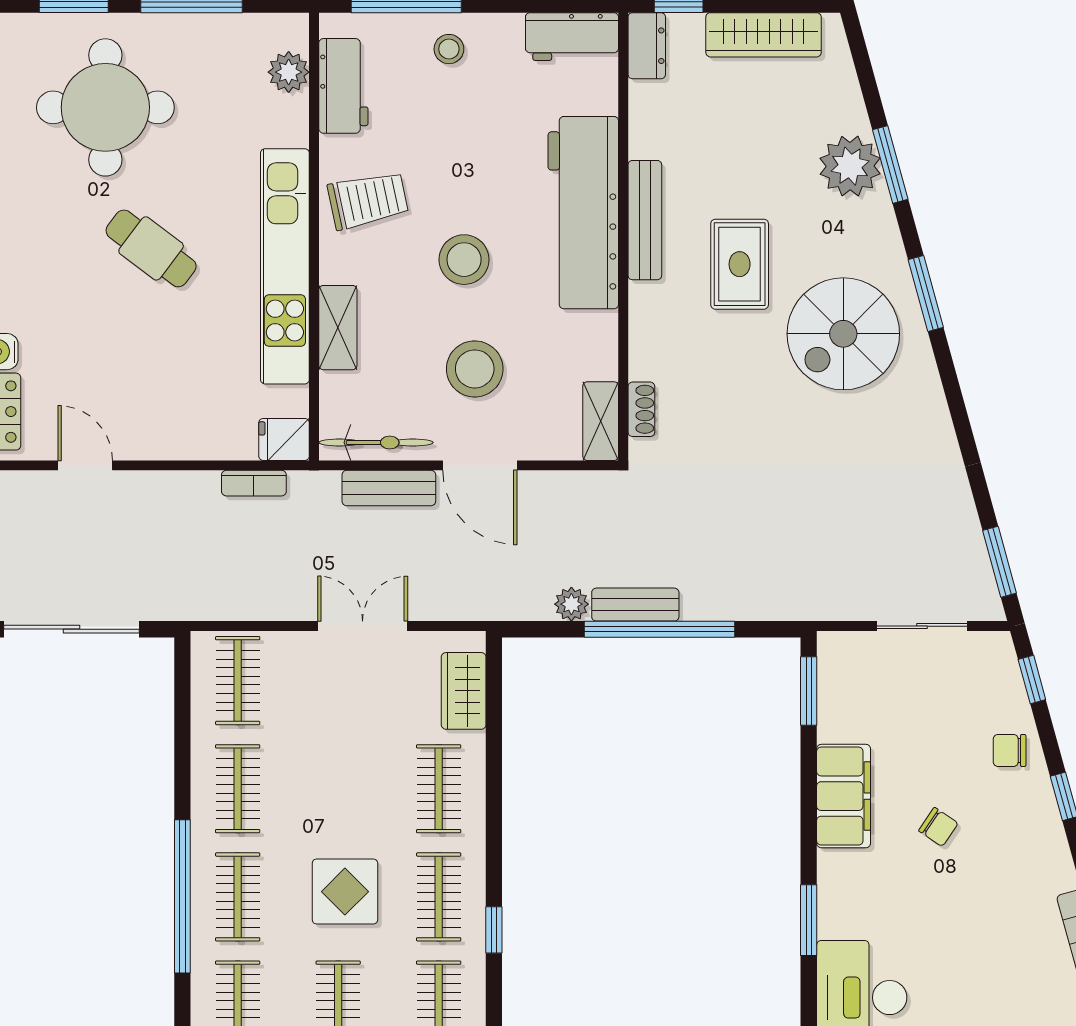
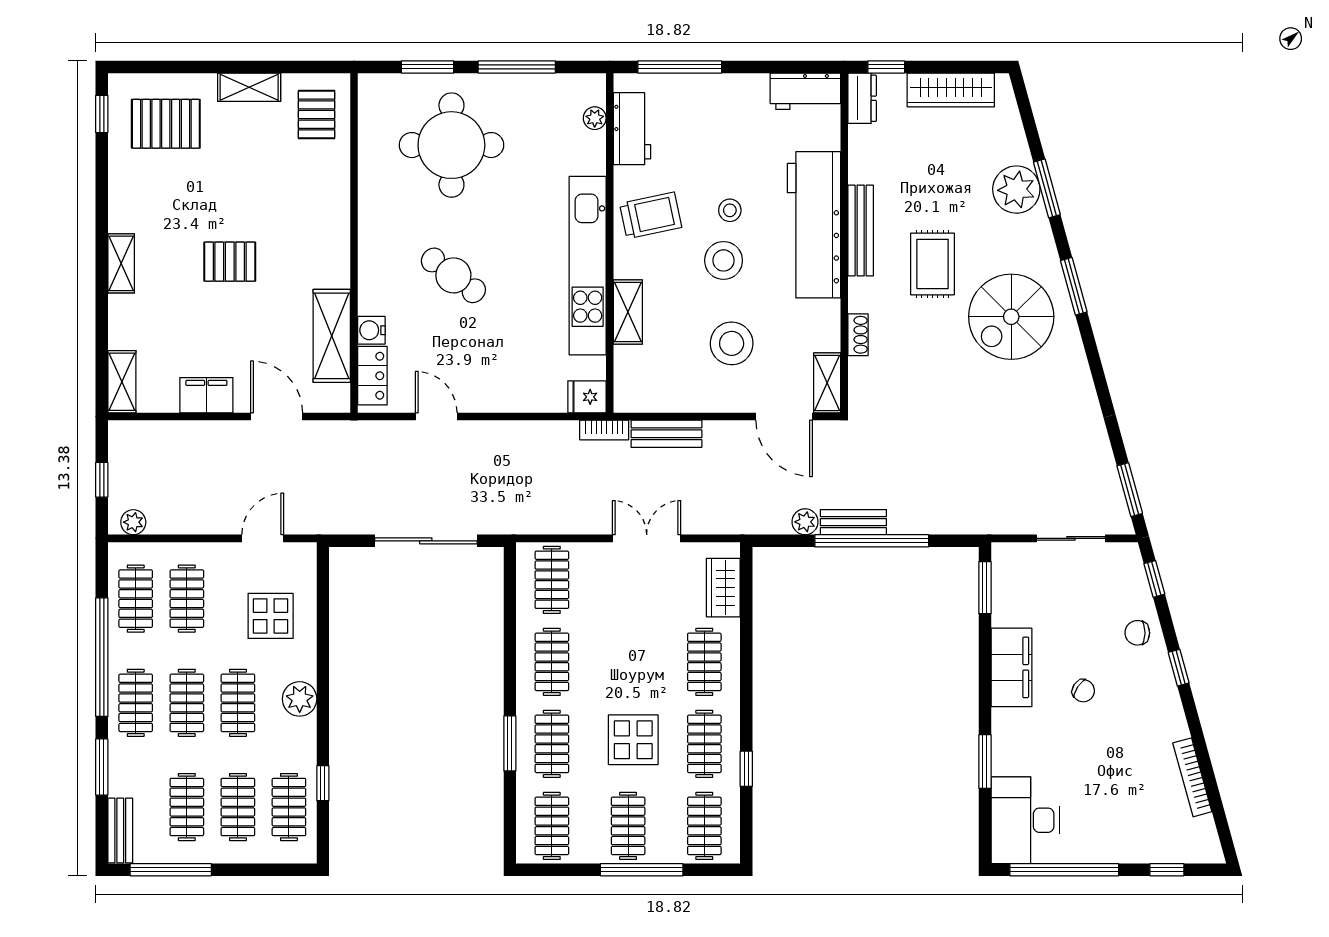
stool: (449, 49) -> (730, 210), moved
plant: (289, 72) -> (595, 118), width x0.73, depth x0.73
cafe table: (151, 248) -> (453, 275), moved
shoe rack: (641, 409) -> (858, 335), moved
bicycle: (376, 442) -> (657, 399), removed
door: (480, 465) -> (784, 417), moved
bookcase: (254, 483) -> (604, 430), moved
window: (182, 896) -> (510, 743), width x0.47

